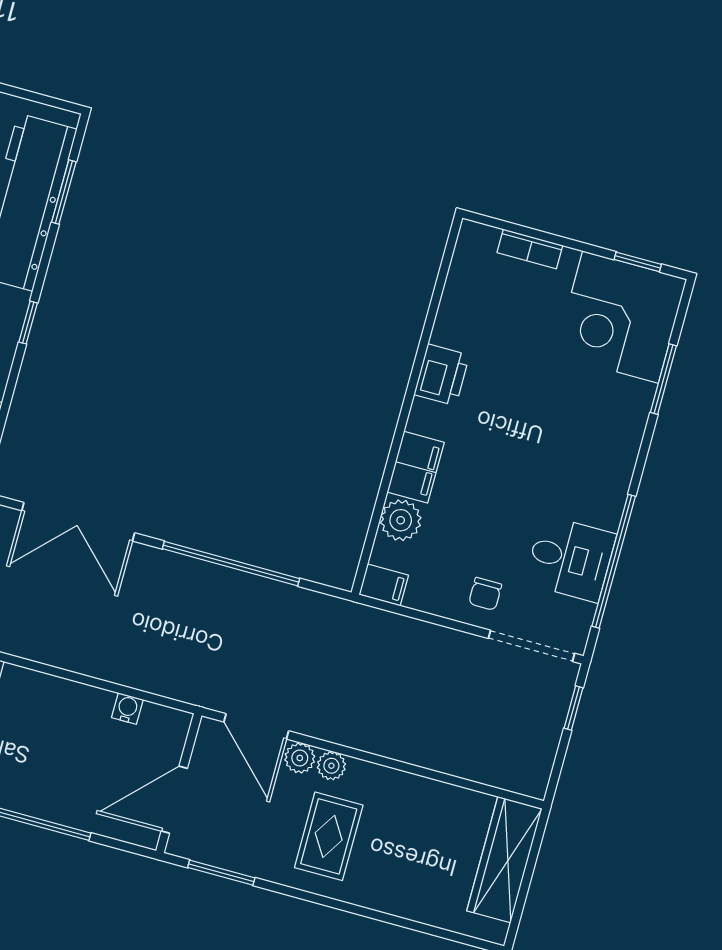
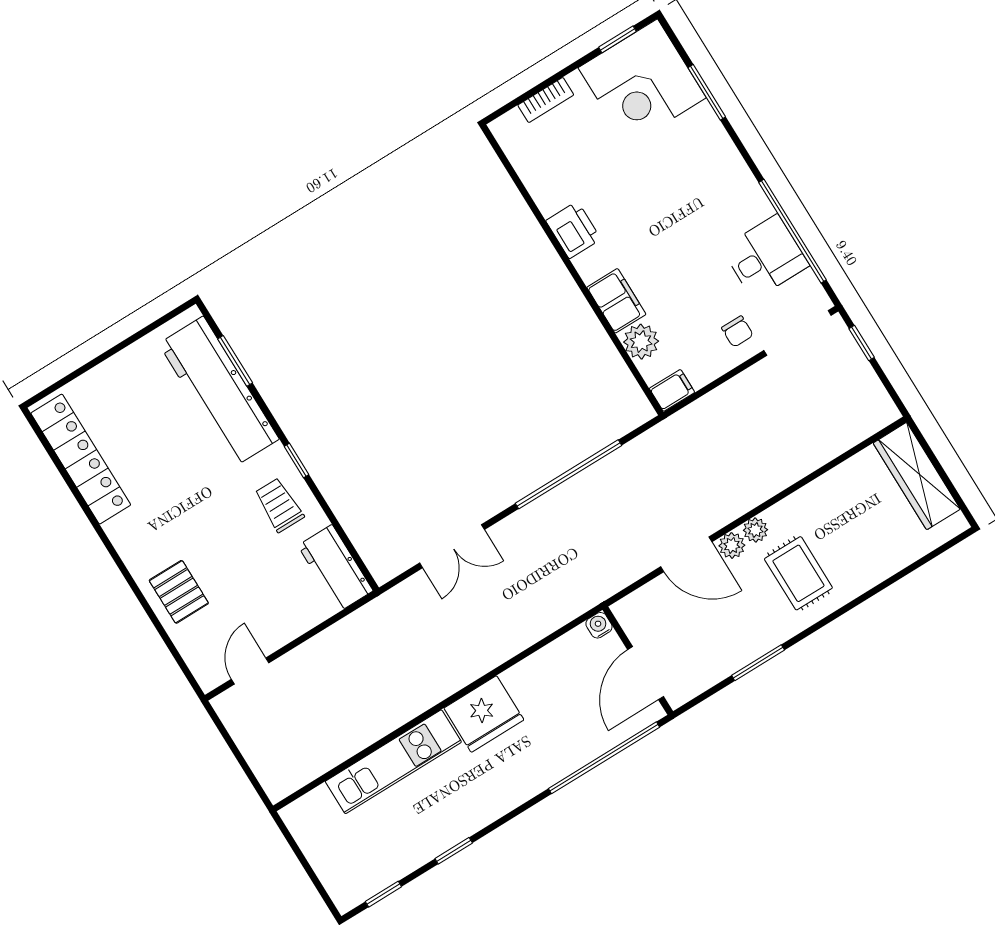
double door: (78, 522) -> (452, 546), width x0.73
wall: (179, 783) -> (638, 661), moved
door: (174, 800) -> (646, 673), moved

